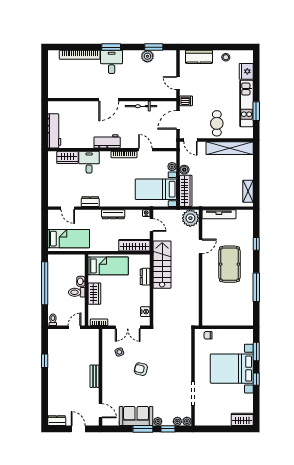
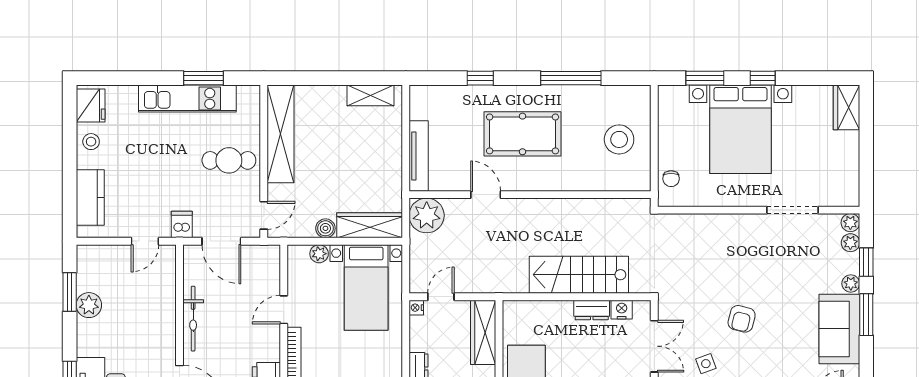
fridge: (246, 71) -> (91, 105), moved, turned -90
stairs: (162, 265) -> (579, 275), moved
dresser: (145, 277) -> (592, 310), moved
stool: (227, 310) -> (619, 139), added

